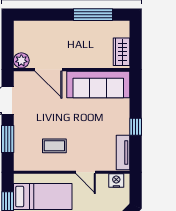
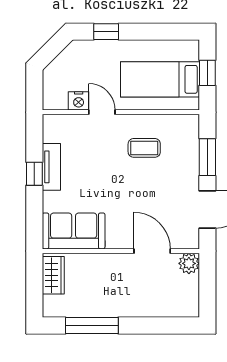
sofa: (98, 84) -> (74, 231), width x0.73
tv unit: (123, 153) -> (51, 167), moved
nightstand: (116, 181) -> (79, 101), moved

